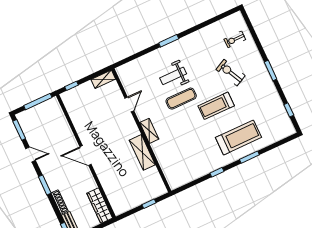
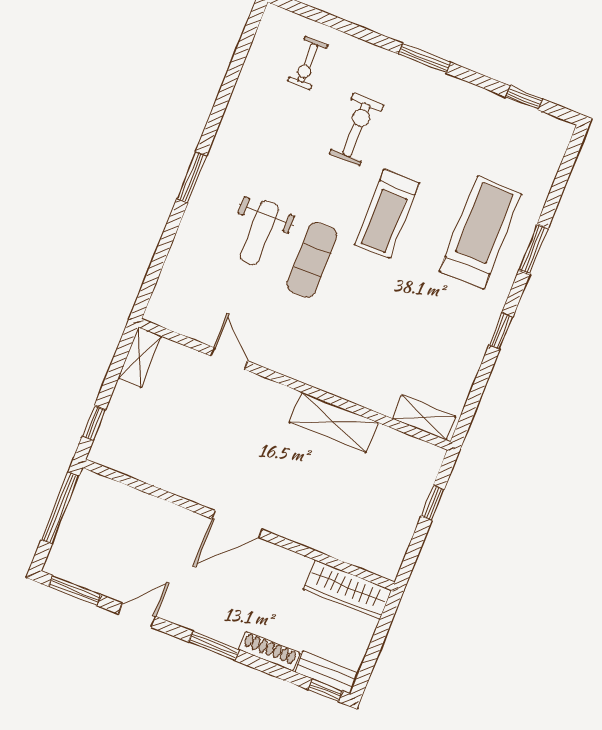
exercise bike: (231, 73) -> (356, 130), turned 117
shelving: (149, 131) -> (424, 418), moved

